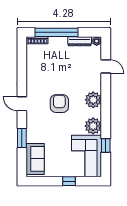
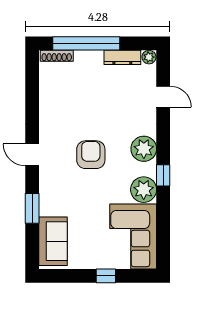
window: (106, 145) -> (163, 175), moved

